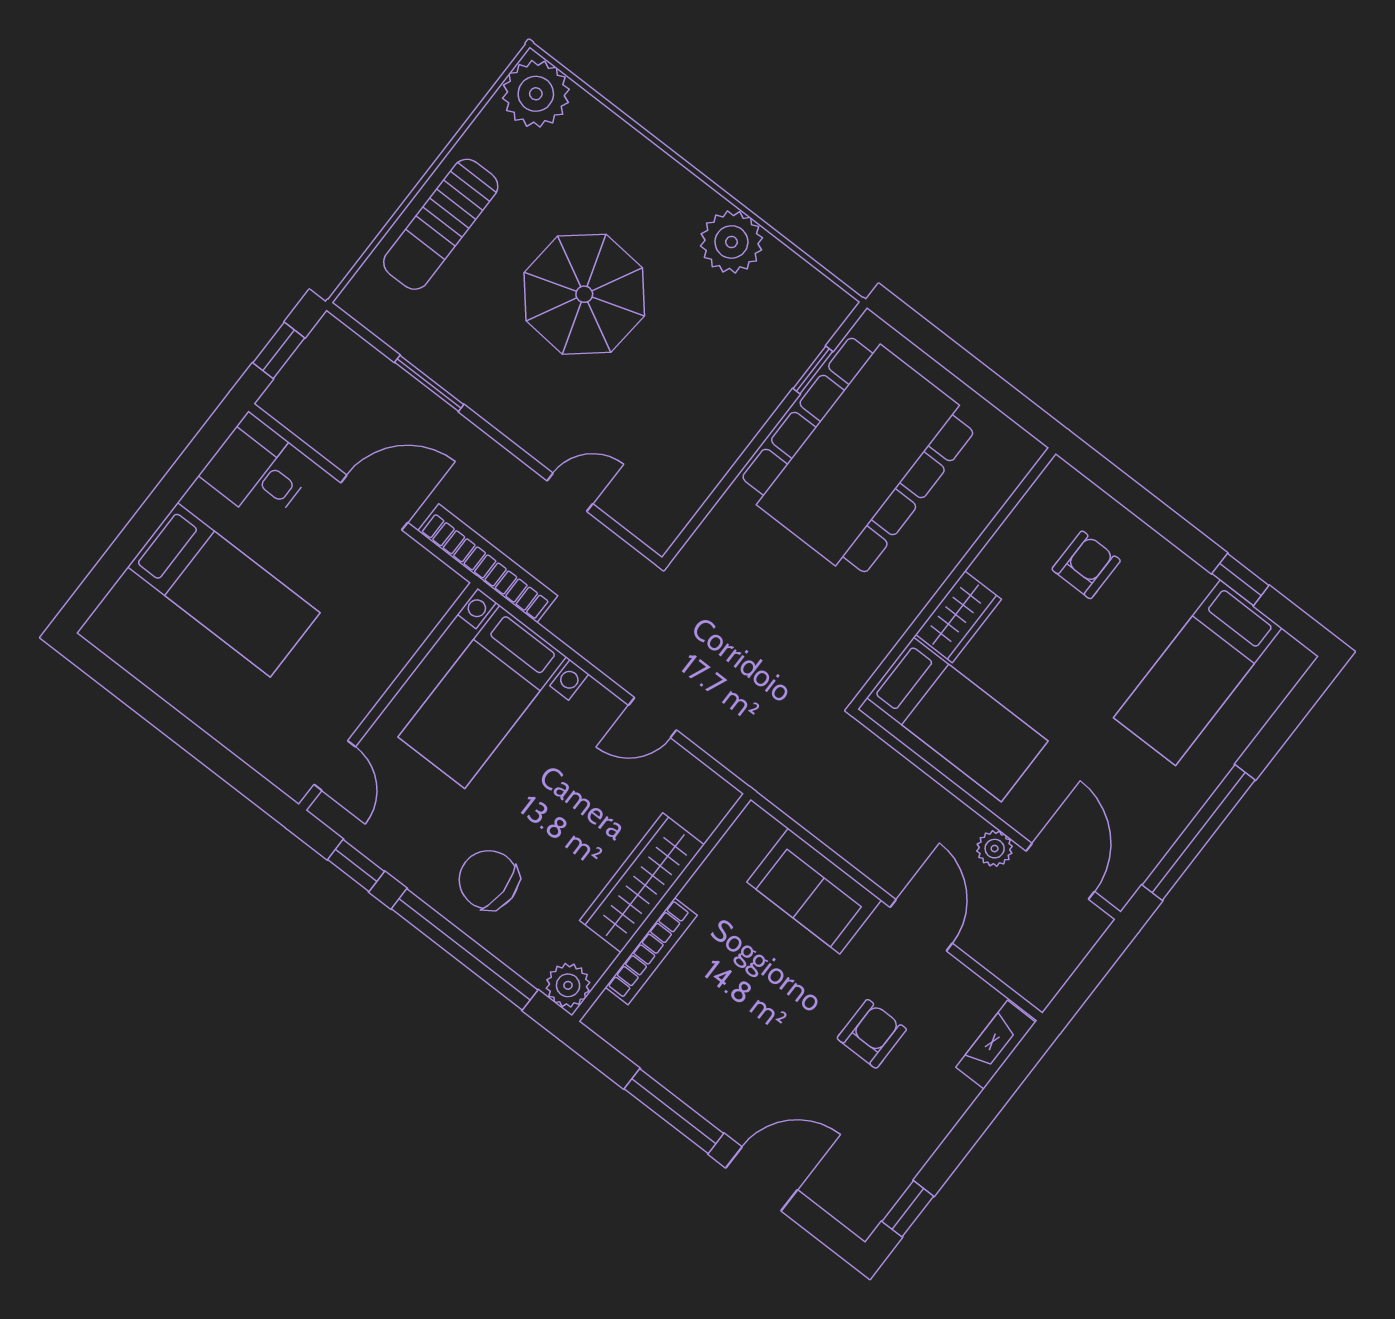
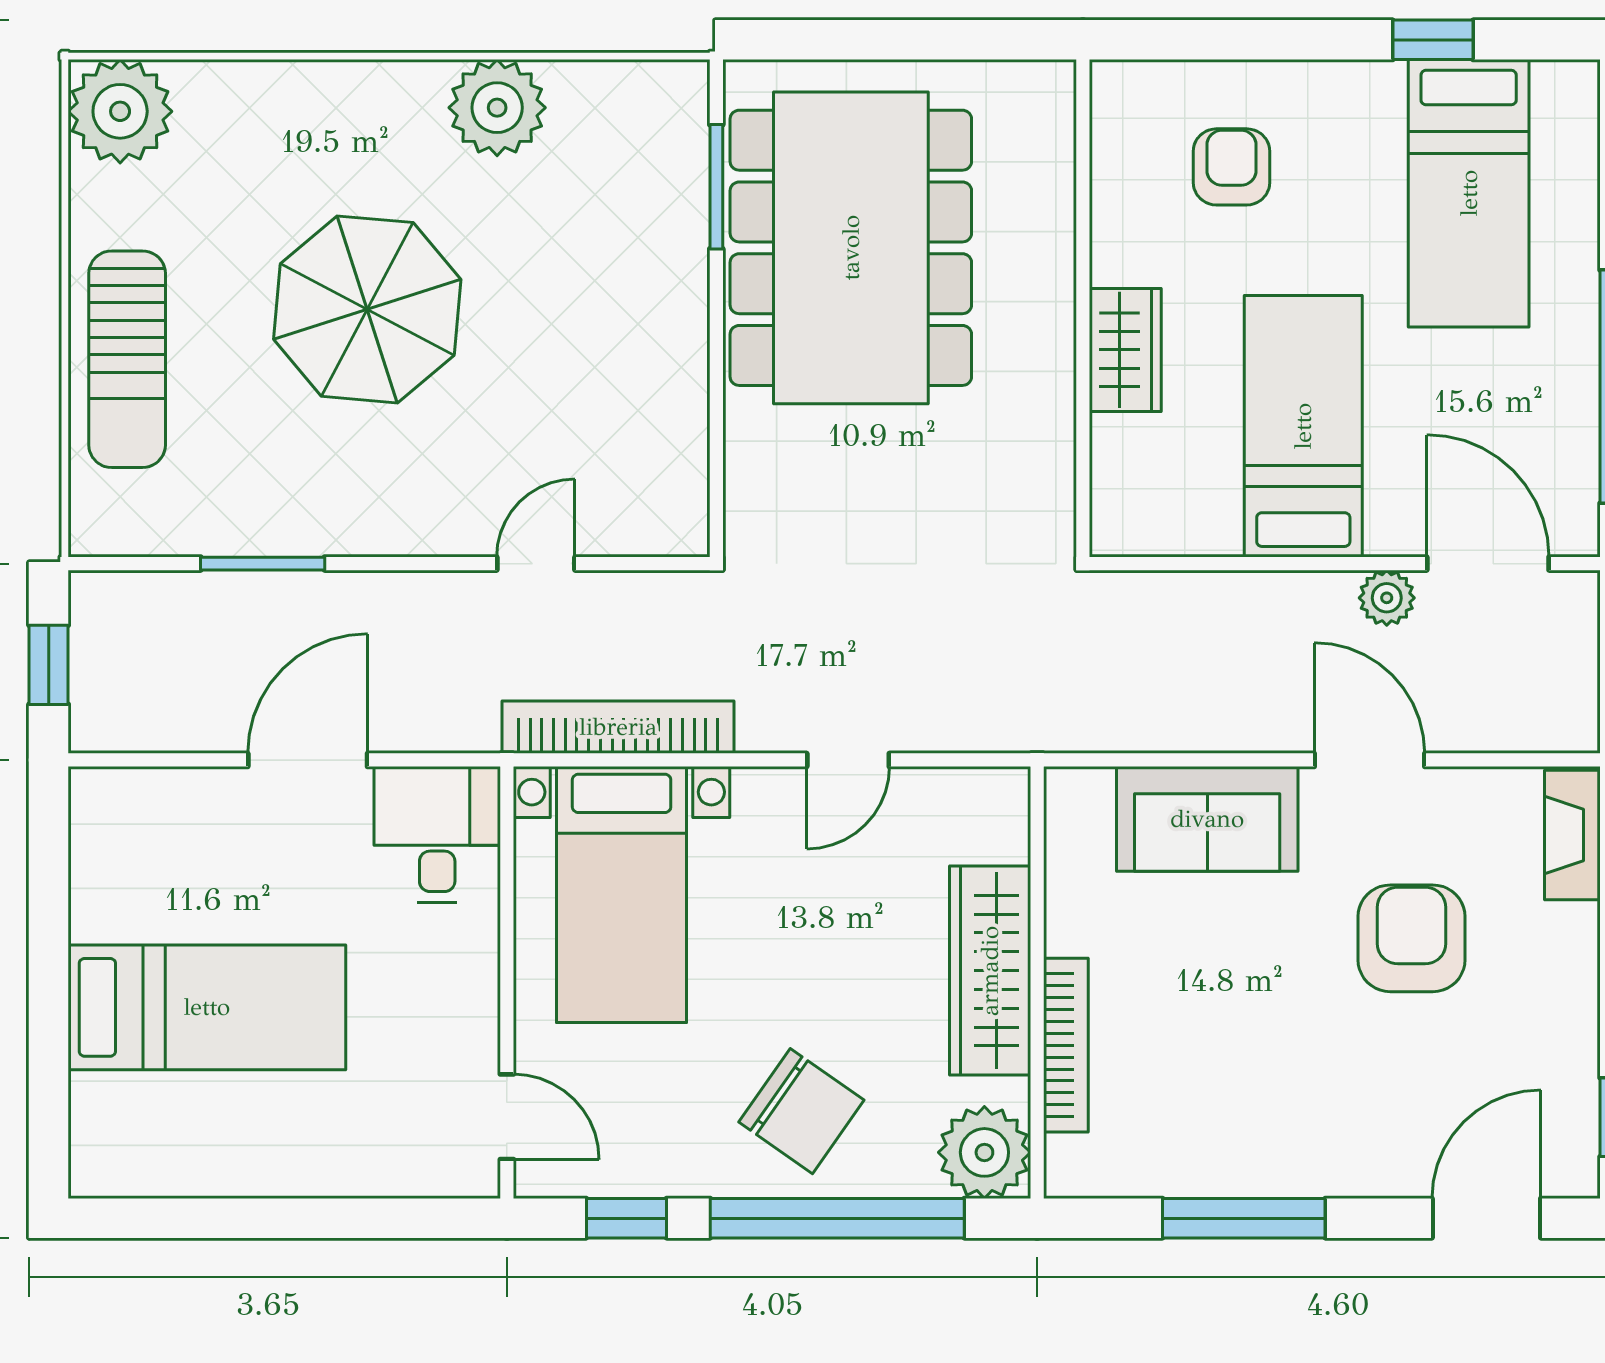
window: (813, 370) -> (716, 187), width x1.50
desk: (258, 470) -> (437, 835), moved, turned 90
bookcase: (488, 563) -> (618, 727), moved
bed: (957, 719) -> (1303, 426), moved, turned -90
chair: (489, 880) -> (801, 1111), turned -145
plant: (568, 985) -> (984, 1152), width x1.36, depth x1.36
armchair: (872, 1034) -> (1412, 938), width x1.38, depth x1.38
door: (761, 1179) -> (1486, 1218), moved

